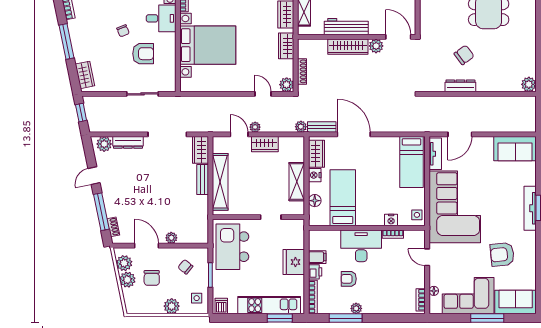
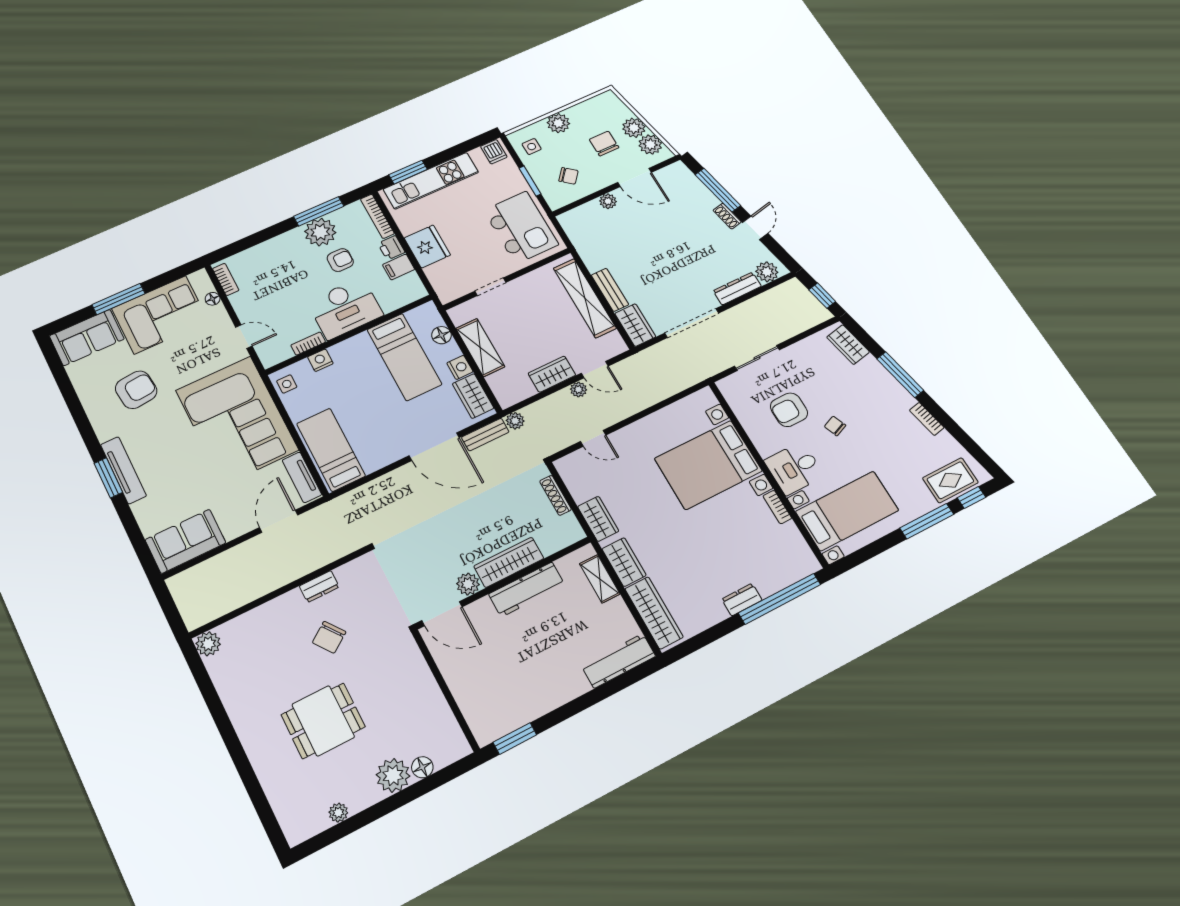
plant: (287, 85) -> (567, 467), removed
dresser: (460, 86) -> (319, 586), width x0.70
shoe rack: (113, 227) -> (727, 216), moved
plant: (356, 308) -> (320, 232), width x1.88, depth x1.88

